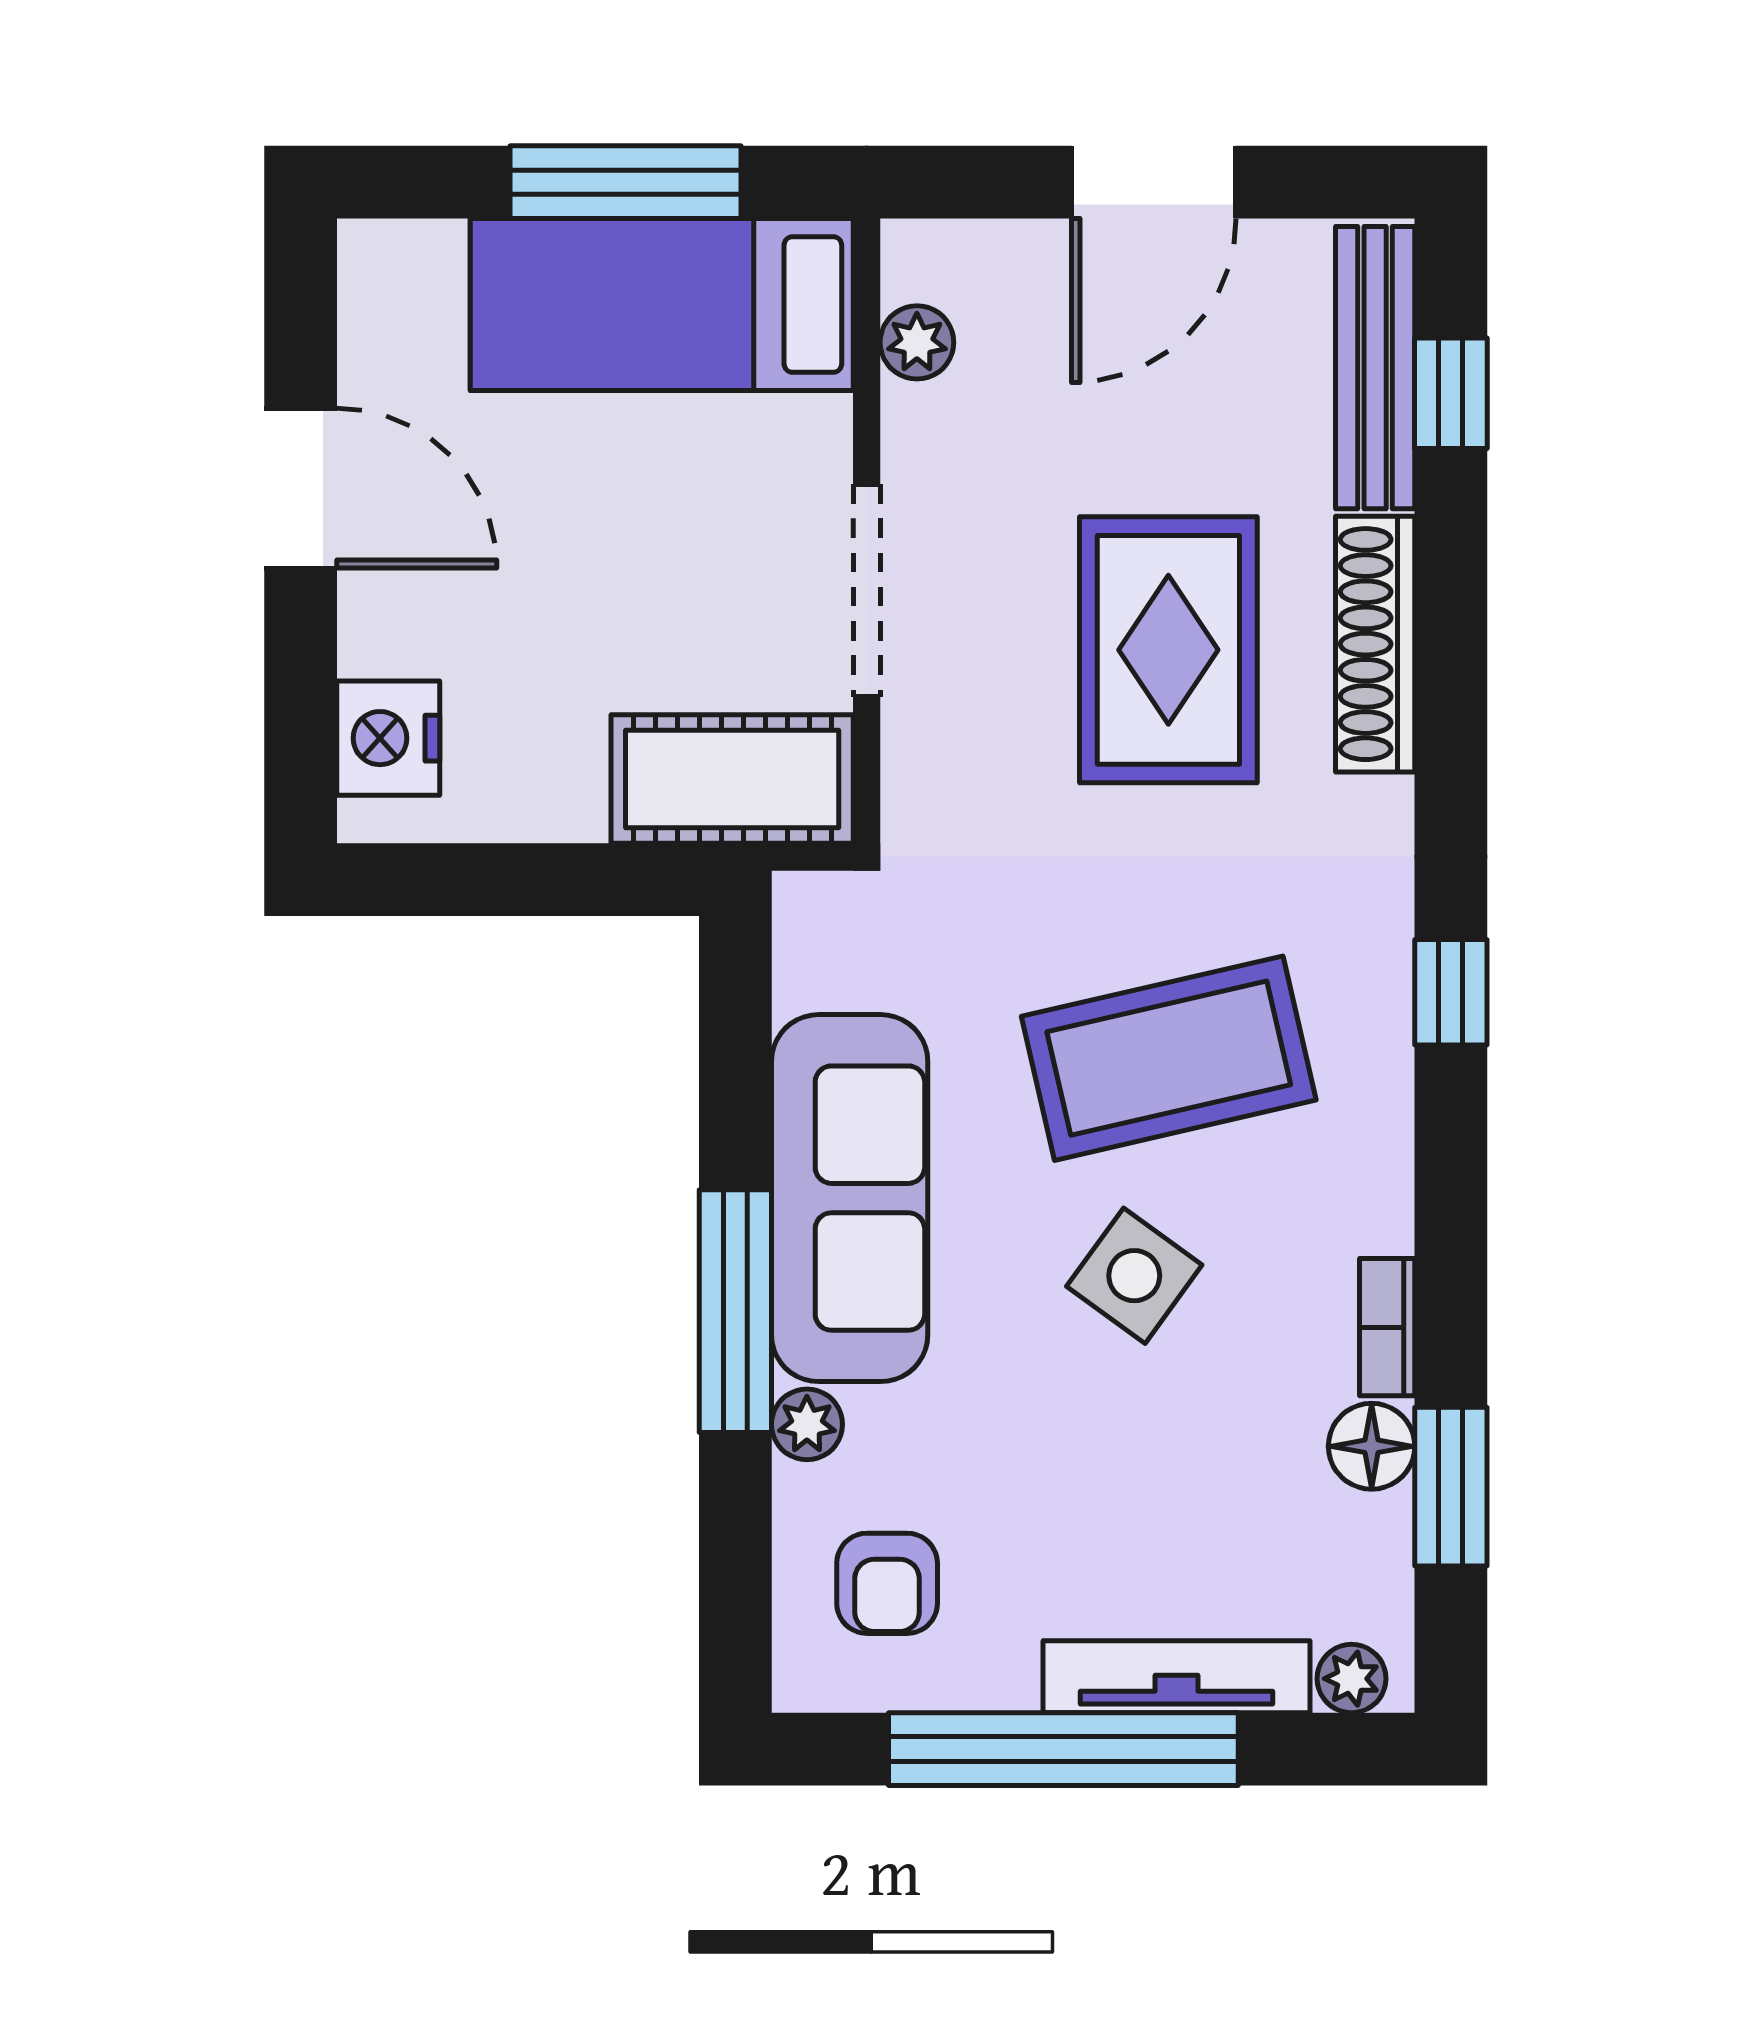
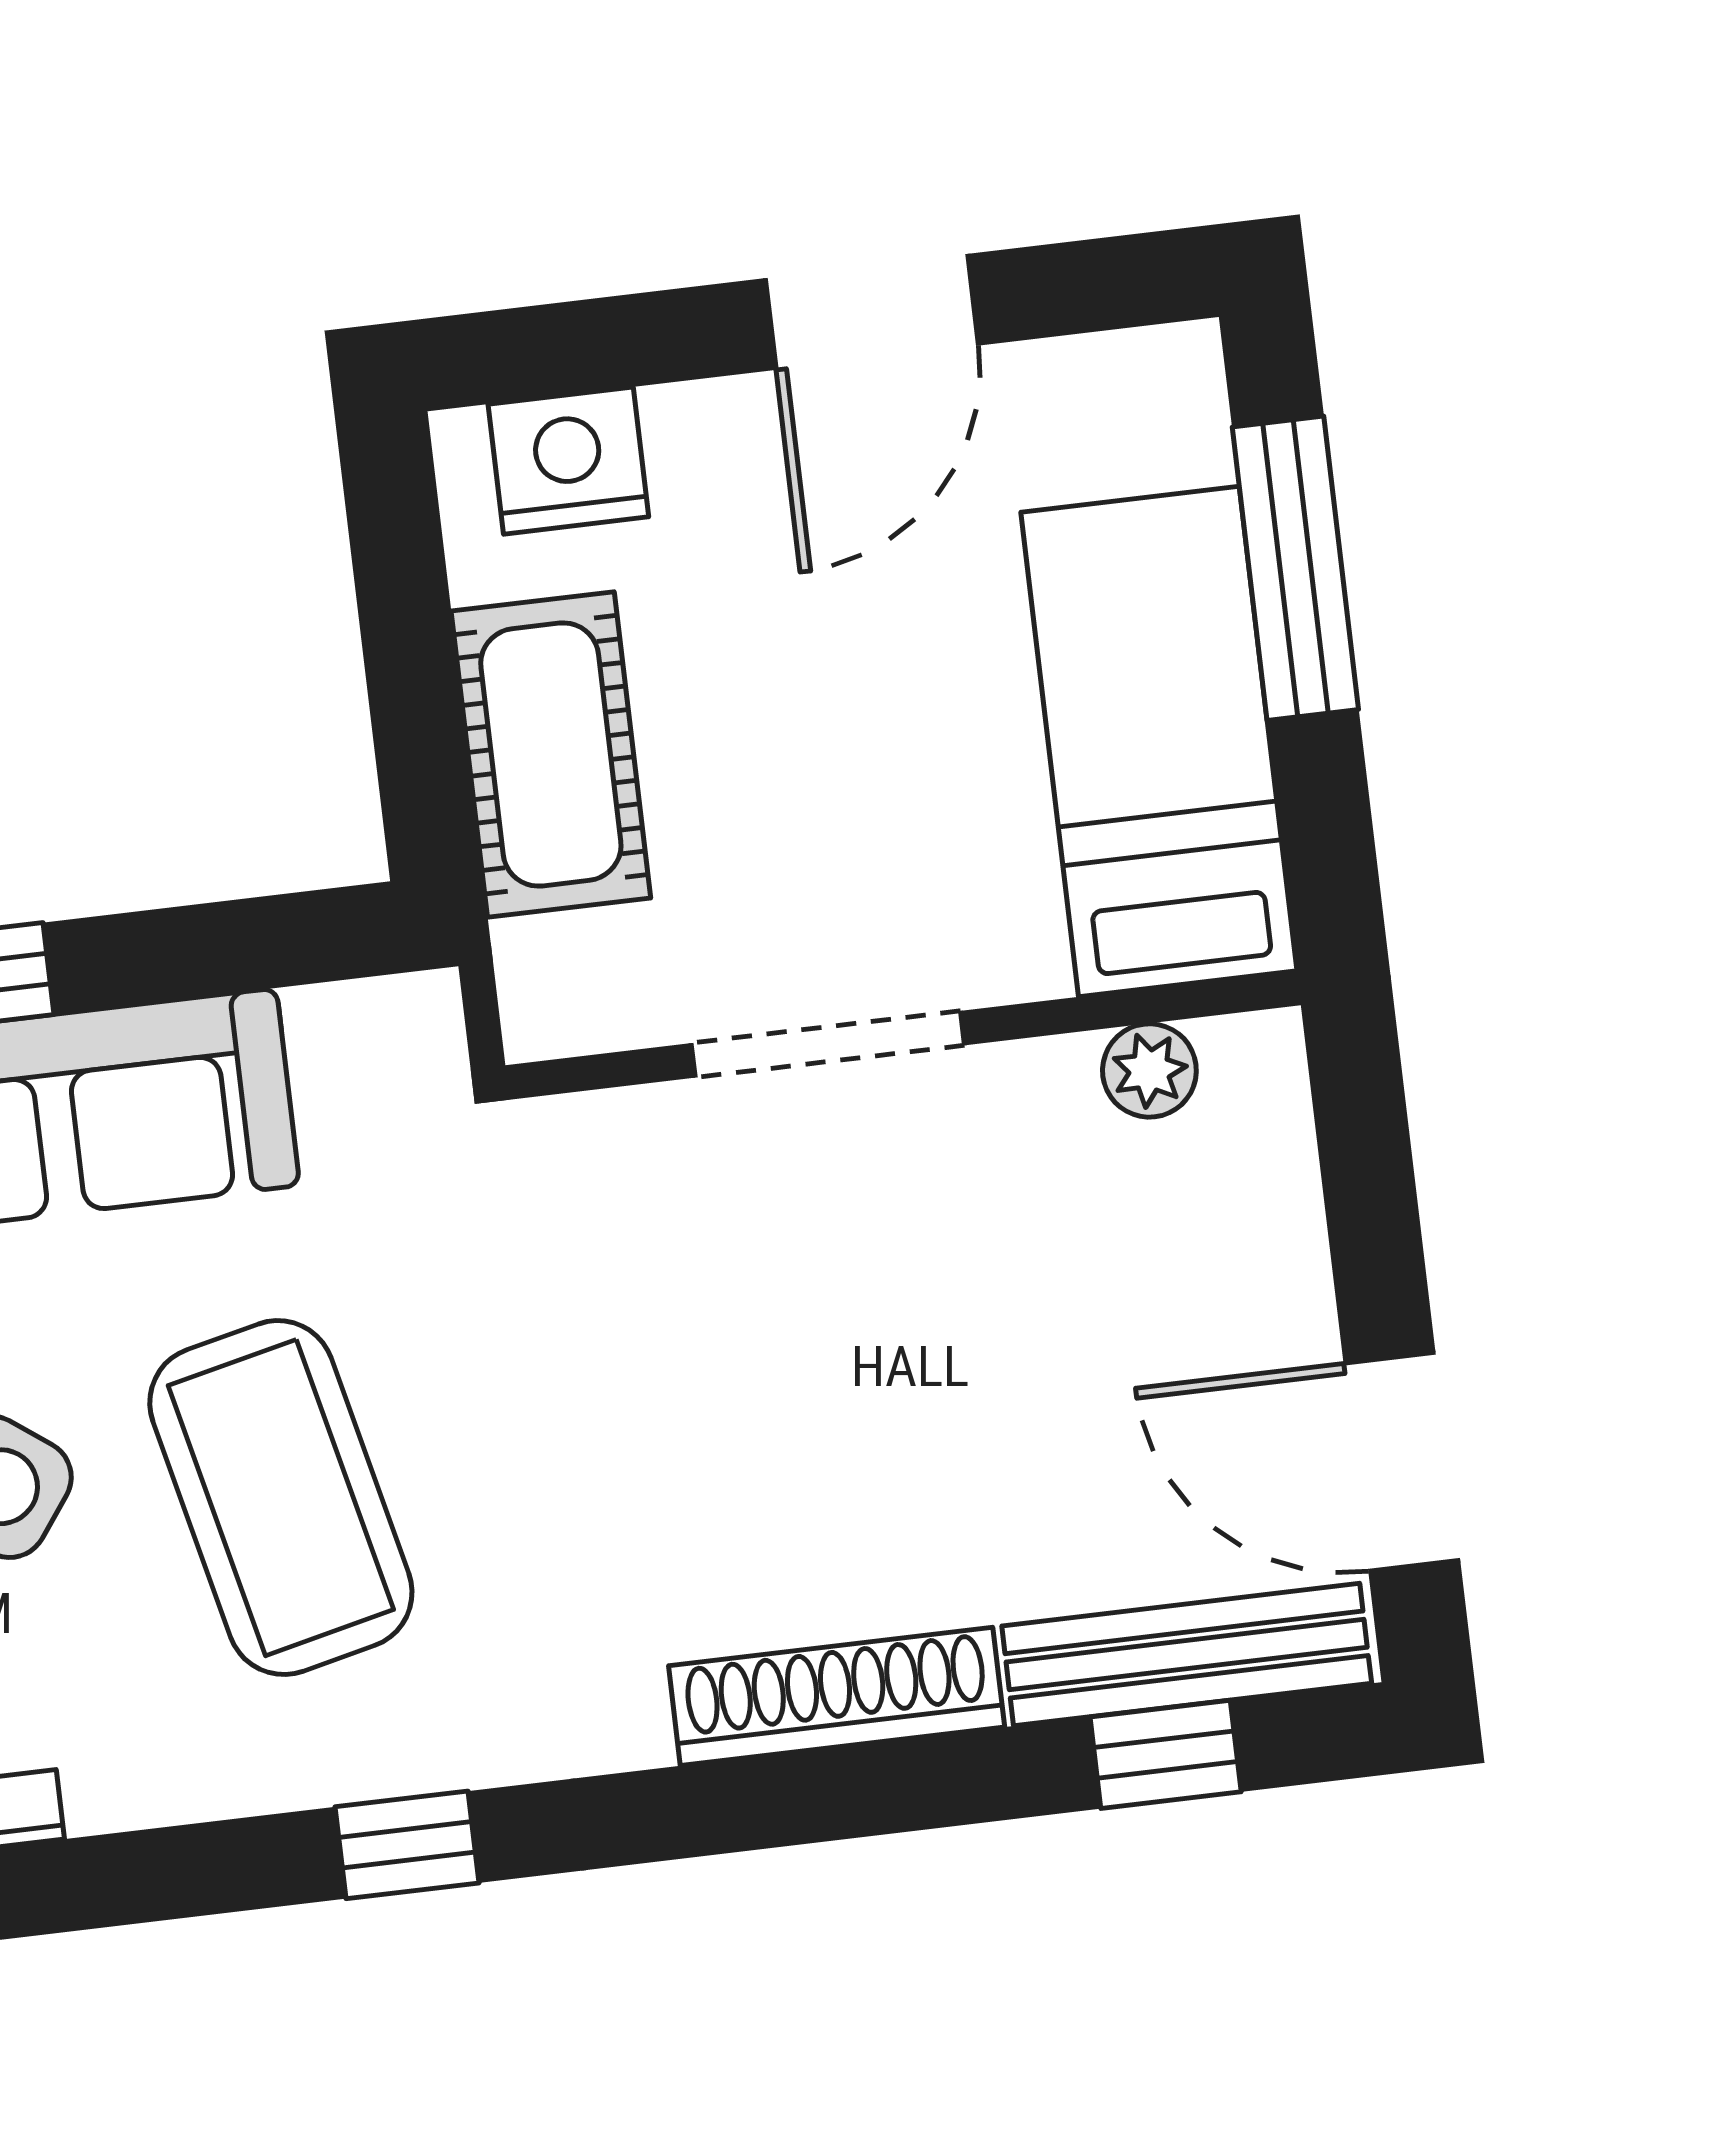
window: (625, 182) -> (1295, 568), moved
door: (1154, 182) -> (1402, 1462), moved
rug: (1168, 650) -> (798, 1435), removed
cot: (732, 779) -> (551, 754), moved

